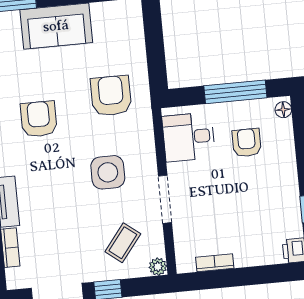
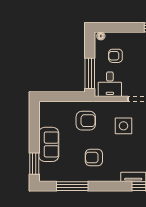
window: (235, 92) -> (90, 73), moved
armchair: (111, 96) -> (86, 121), turned 180

